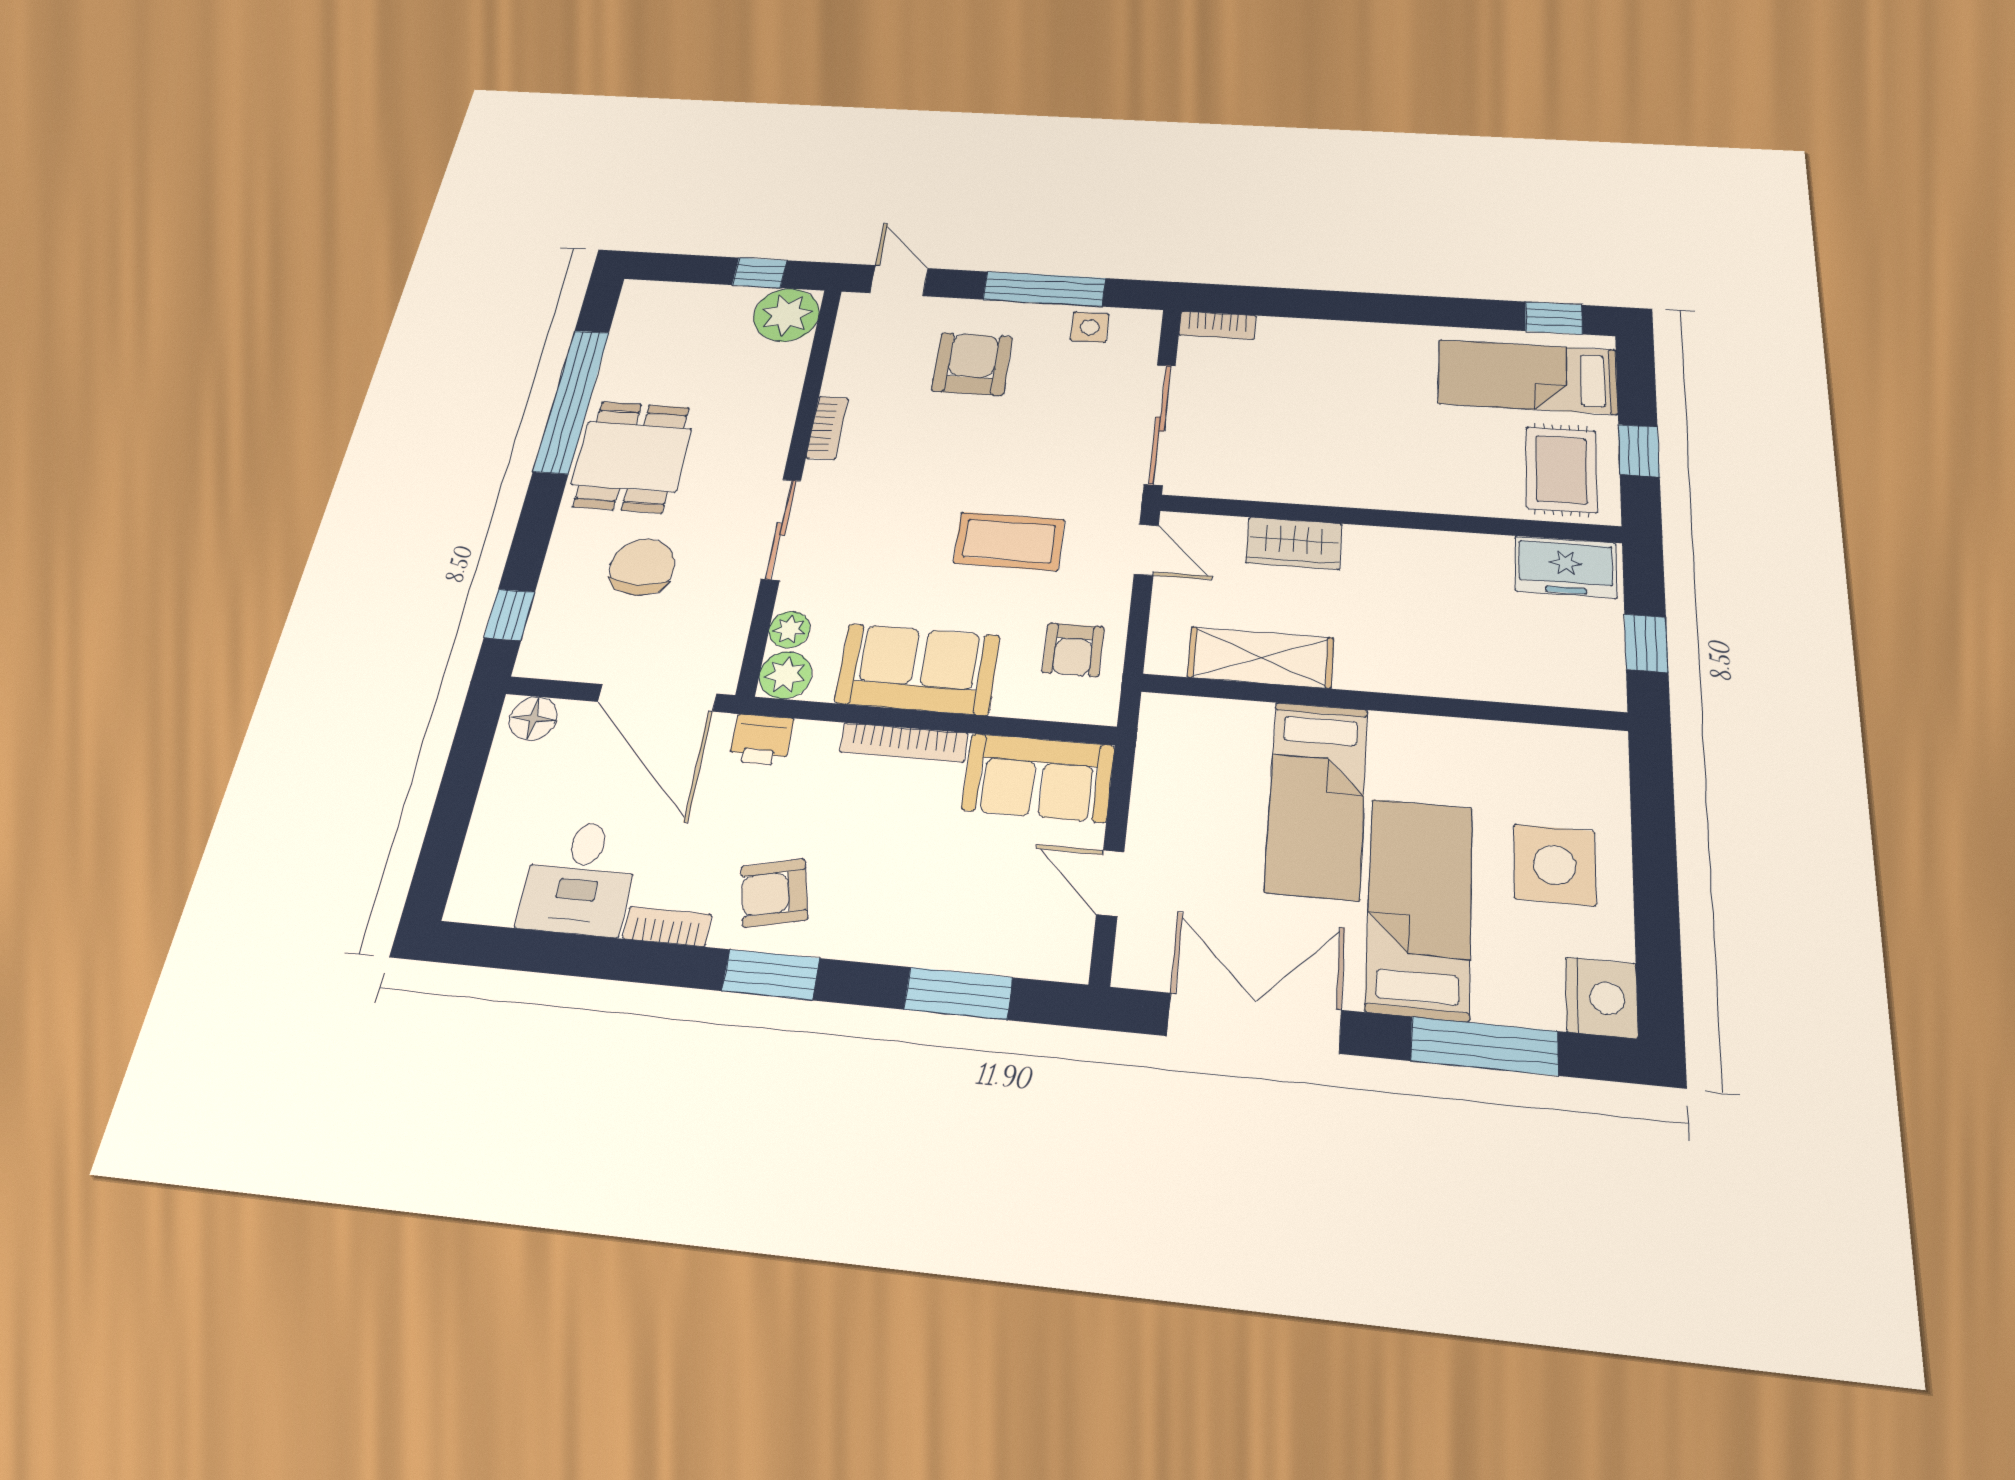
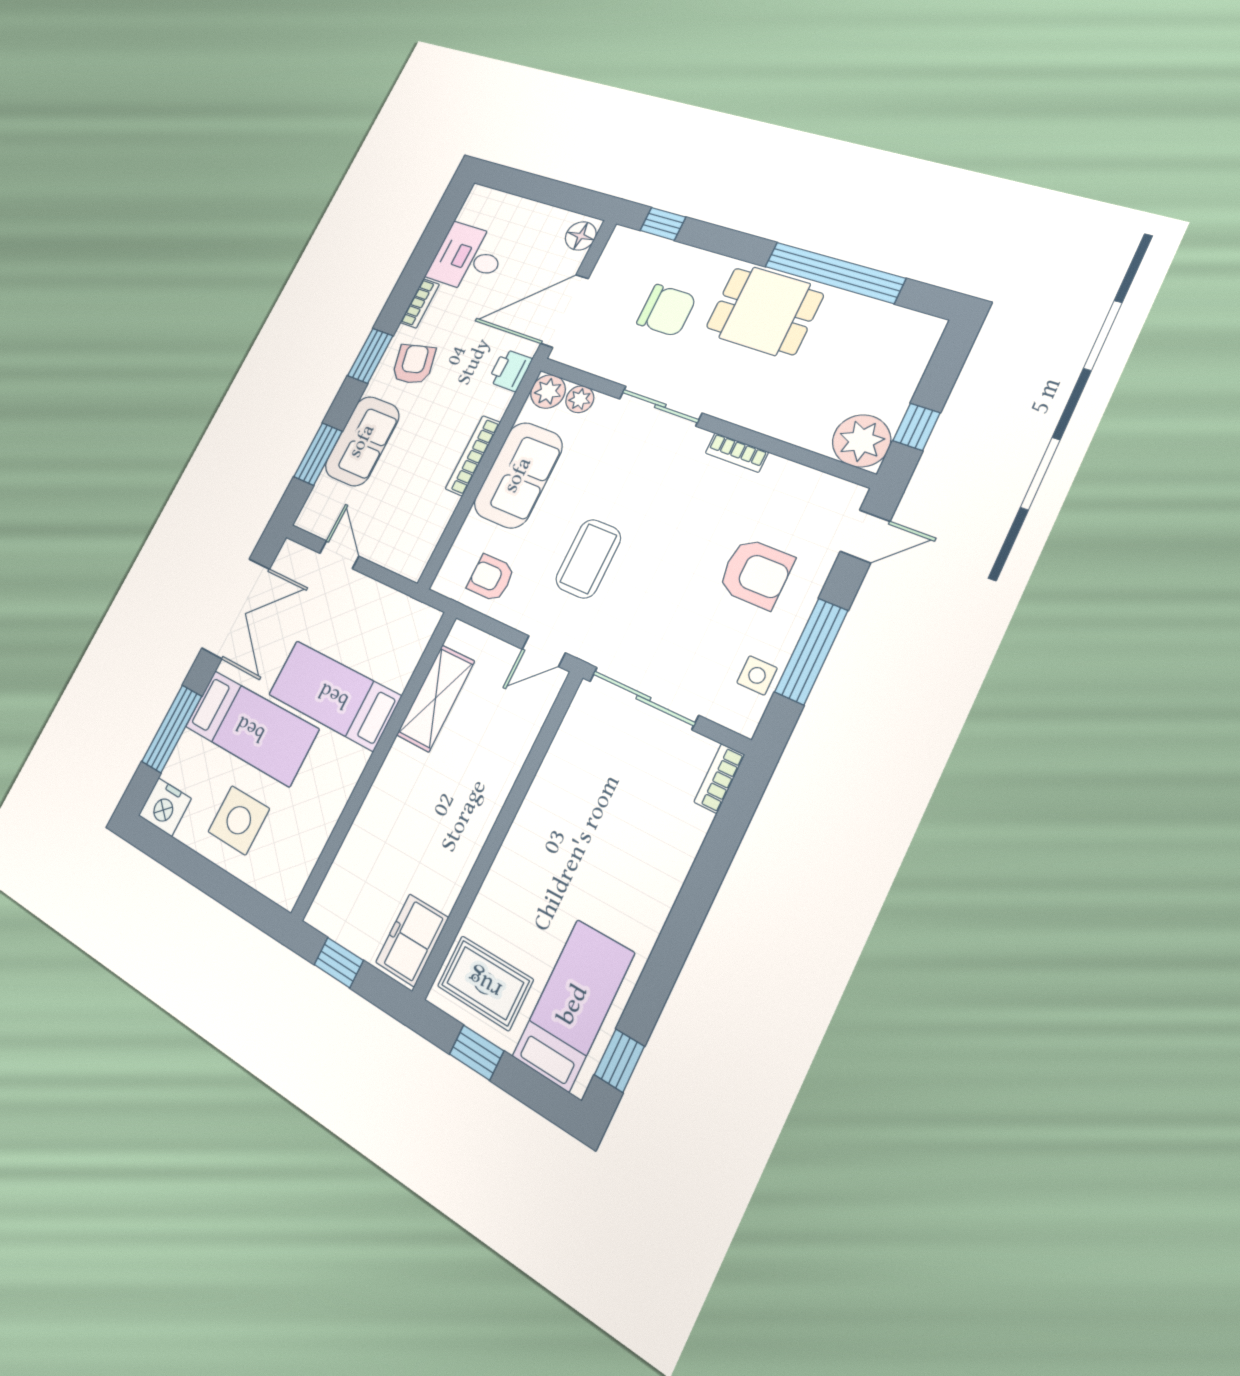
wardrobe: (1294, 543) -> (507, 756), removed
sofa: (1038, 778) -> (362, 441), moved, turned 180
door: (1110, 883) -> (339, 555), hinge flipped

